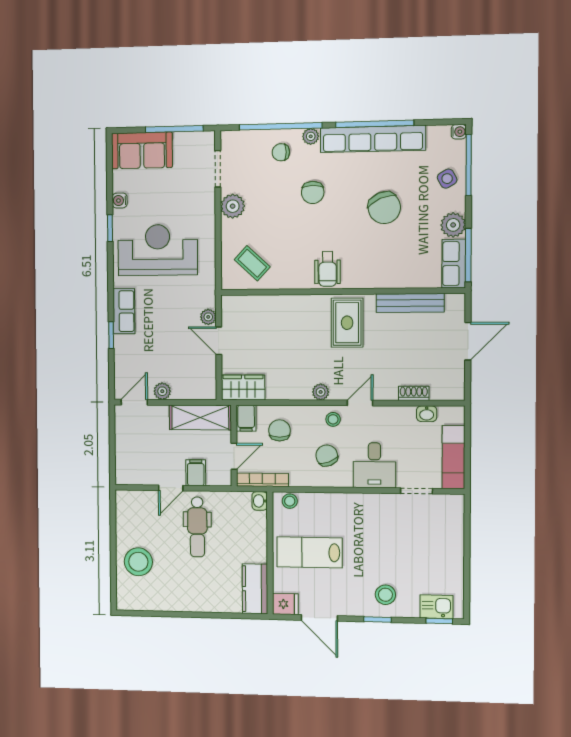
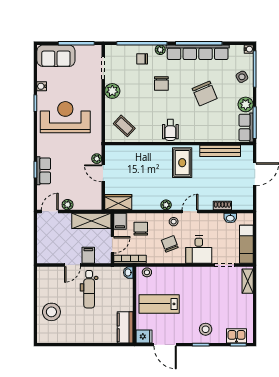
row of seats: (124, 311) -> (44, 171), moved
shelving: (455, 518) -> (248, 281), added

